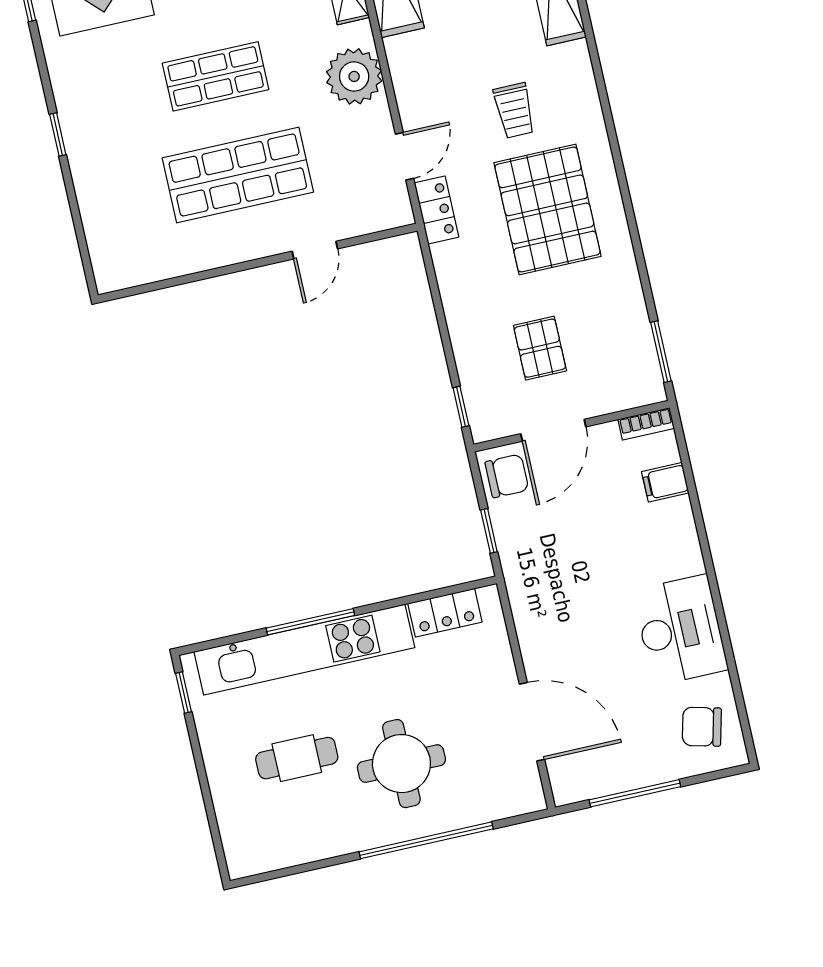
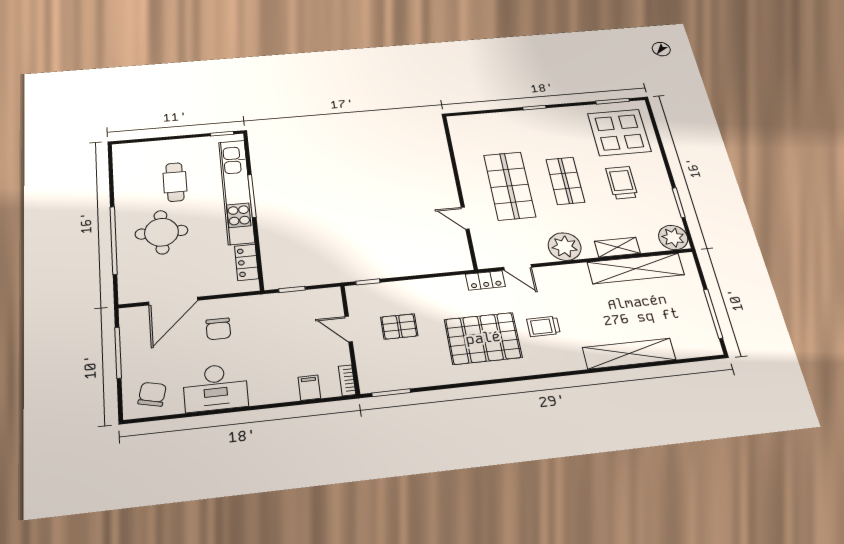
door: (553, 430) -> (349, 329), width x0.73
chair: (507, 476) -> (218, 329), moved

